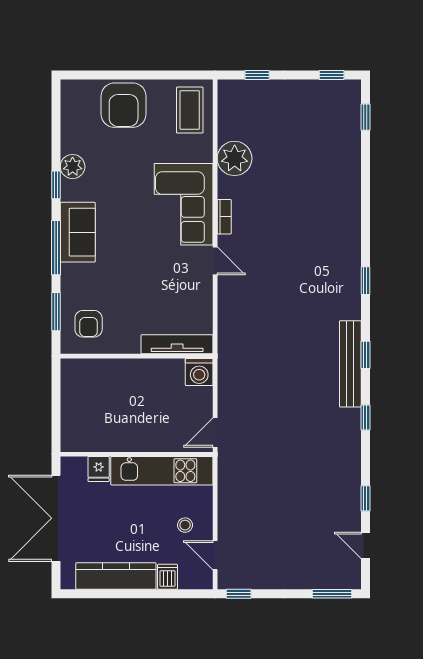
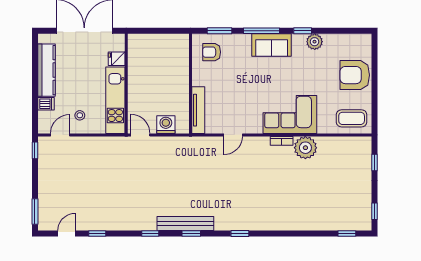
plant: (235, 158) -> (305, 148), moved
door: (215, 261) -> (233, 135), moved
washing machine: (199, 372) -> (166, 125), moved, turned 90

